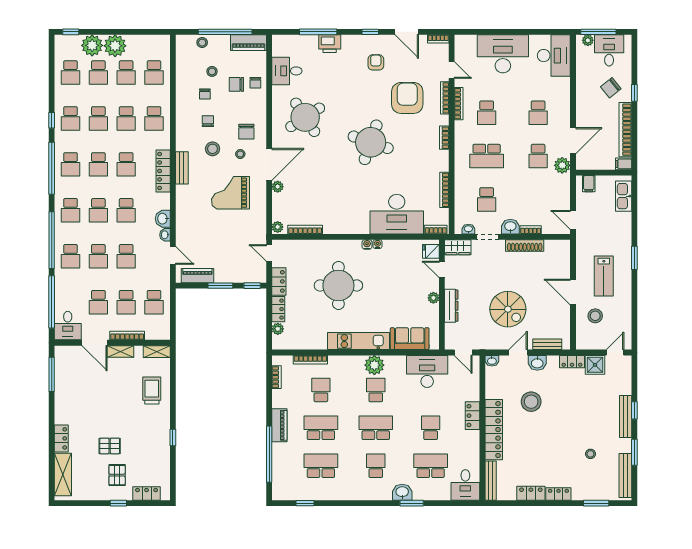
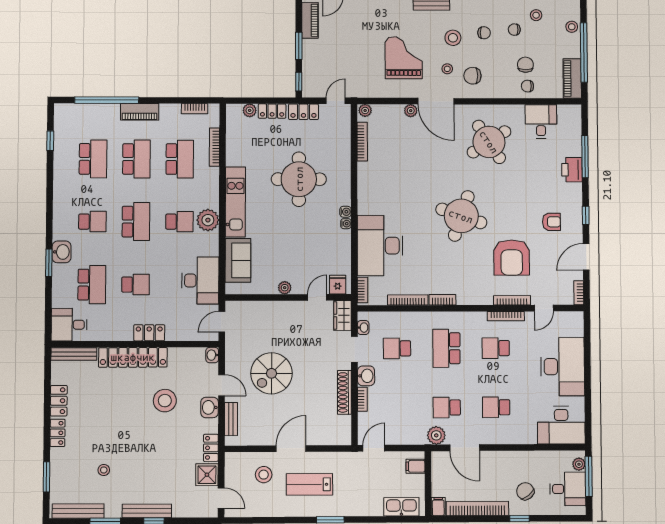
stool: (212, 71) -> (536, 15), moved
armchair: (407, 98) -> (512, 258), turned 90
bookcase: (444, 138) -> (442, 300), moved
dresser: (451, 306) -> (276, 308), removed
school desk: (321, 390) -> (180, 159), width x1.85

